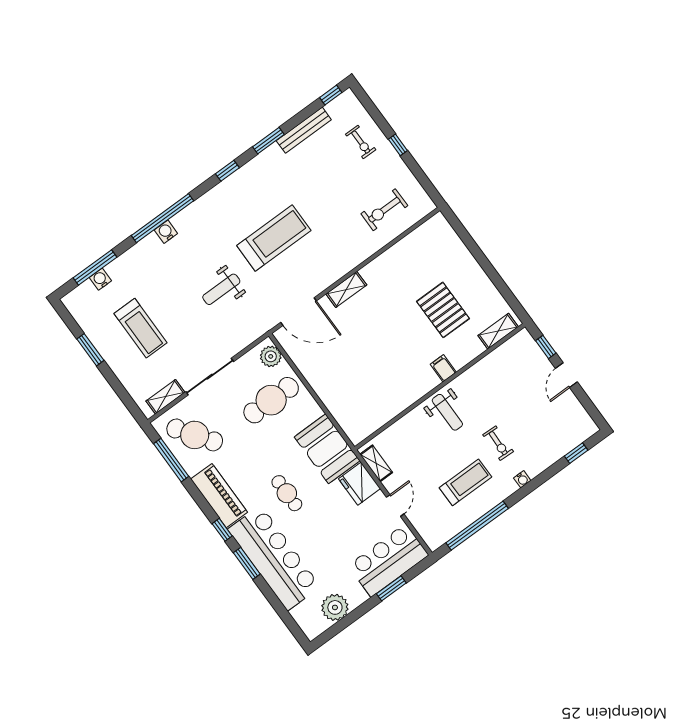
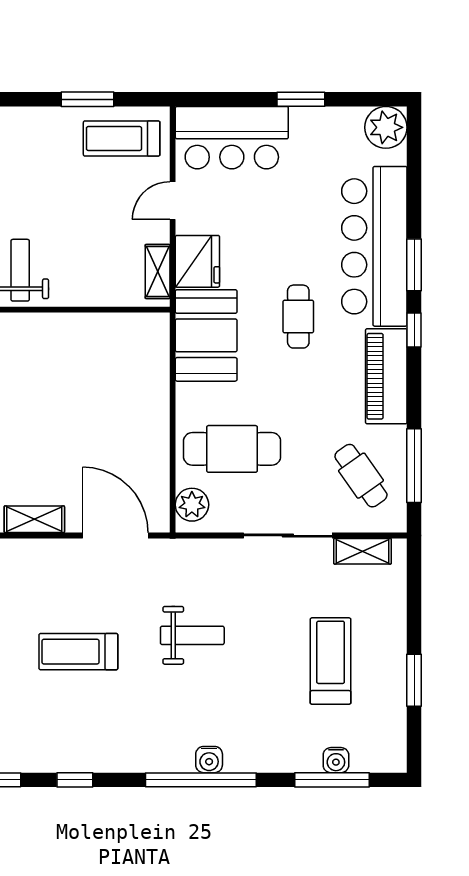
treadmill: (274, 238) -> (78, 652), width x0.73, depth x0.73
cafe table: (195, 435) -> (361, 476), width x0.73, depth x0.74
treadmill: (465, 482) -> (122, 139), moved
window: (477, 526) -> (87, 99), width x0.47
window: (391, 588) -> (301, 99), moved
plant: (335, 607) -> (386, 127), moved

